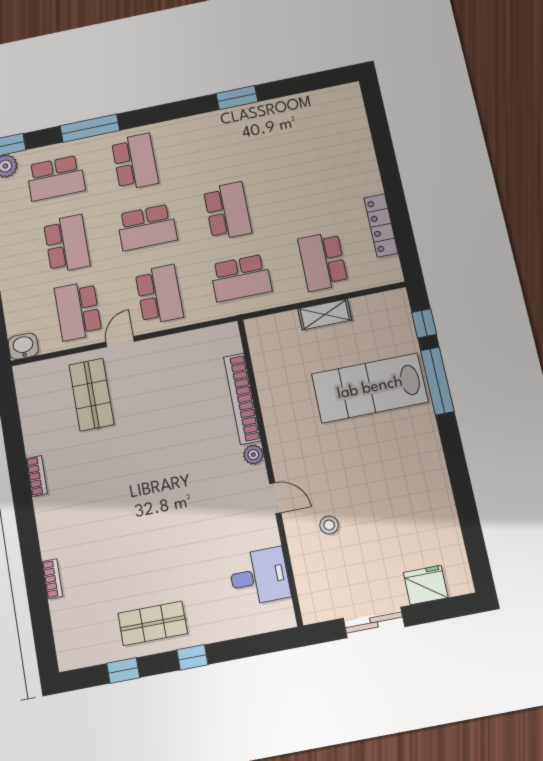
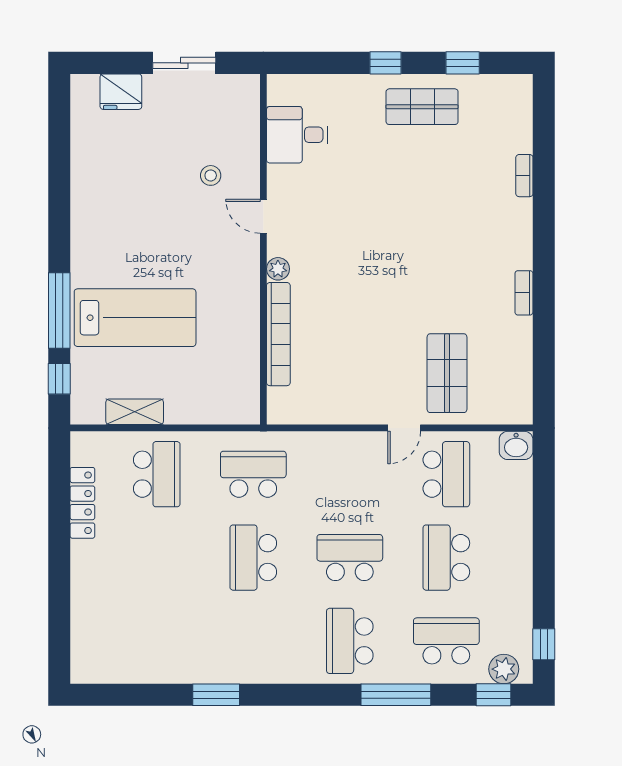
school desk: (159, 294) -> (350, 474), removed
shelving: (325, 314) -> (135, 412), moved

